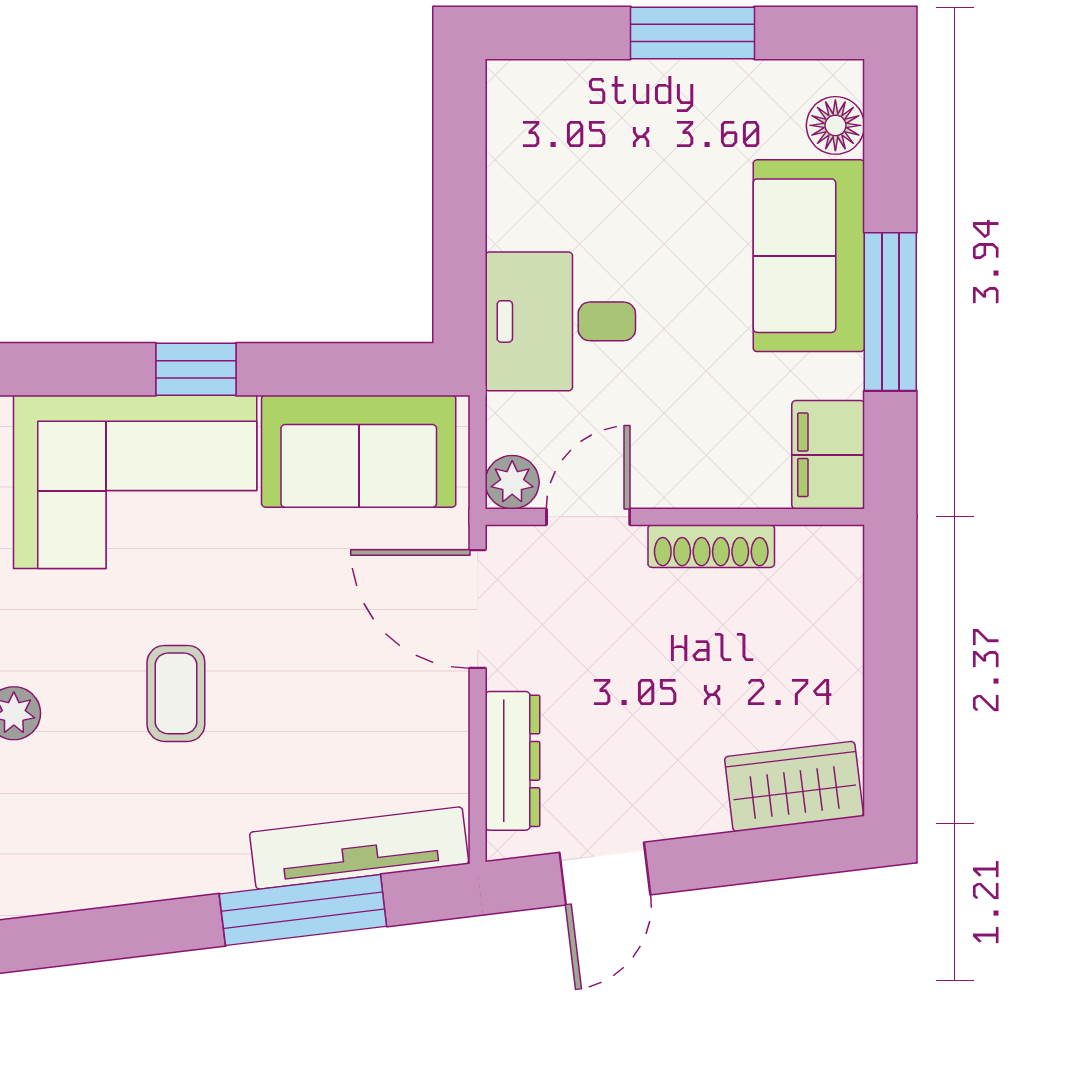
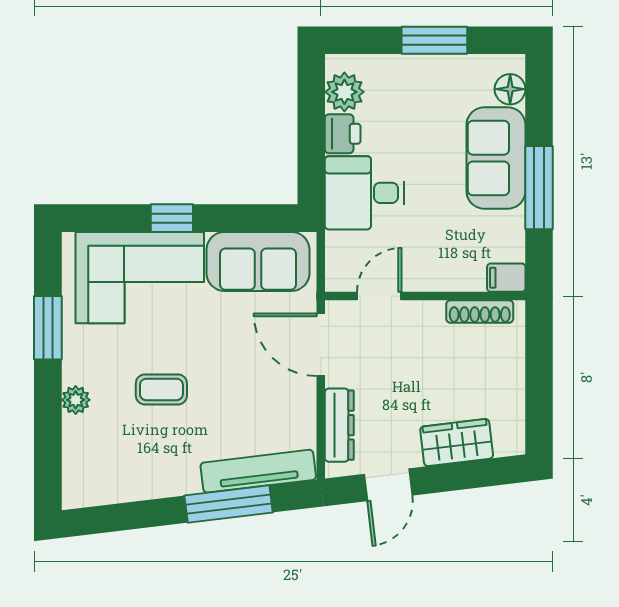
printer: (519, 210) -> (343, 134), added
filing cabinet: (828, 455) -> (506, 278), width x0.50
plant: (512, 482) -> (344, 92), moved, width x1.38, depth x1.38
shoe rack: (711, 546) -> (480, 312), moved
coffee table: (176, 693) -> (161, 389), turned 90
wardrobe: (794, 787) -> (457, 442), moved

